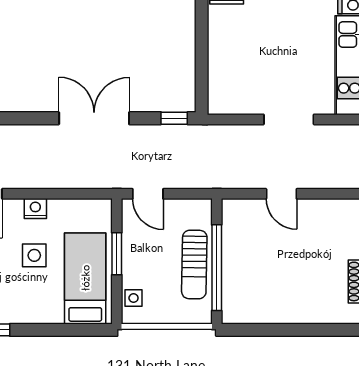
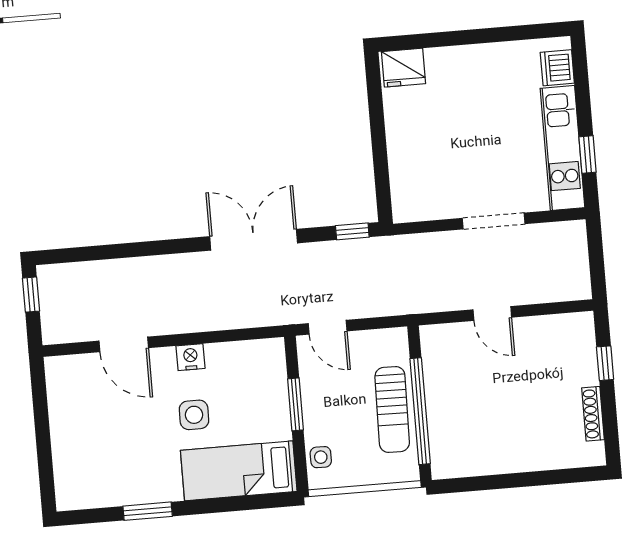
bed: (85, 278) -> (239, 471), moved, turned -90

